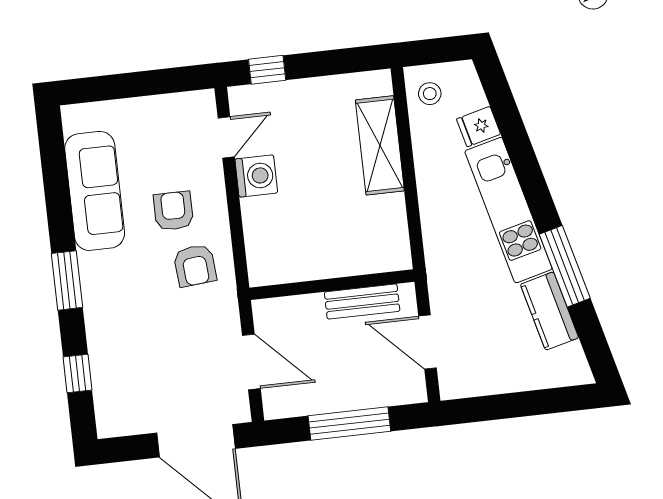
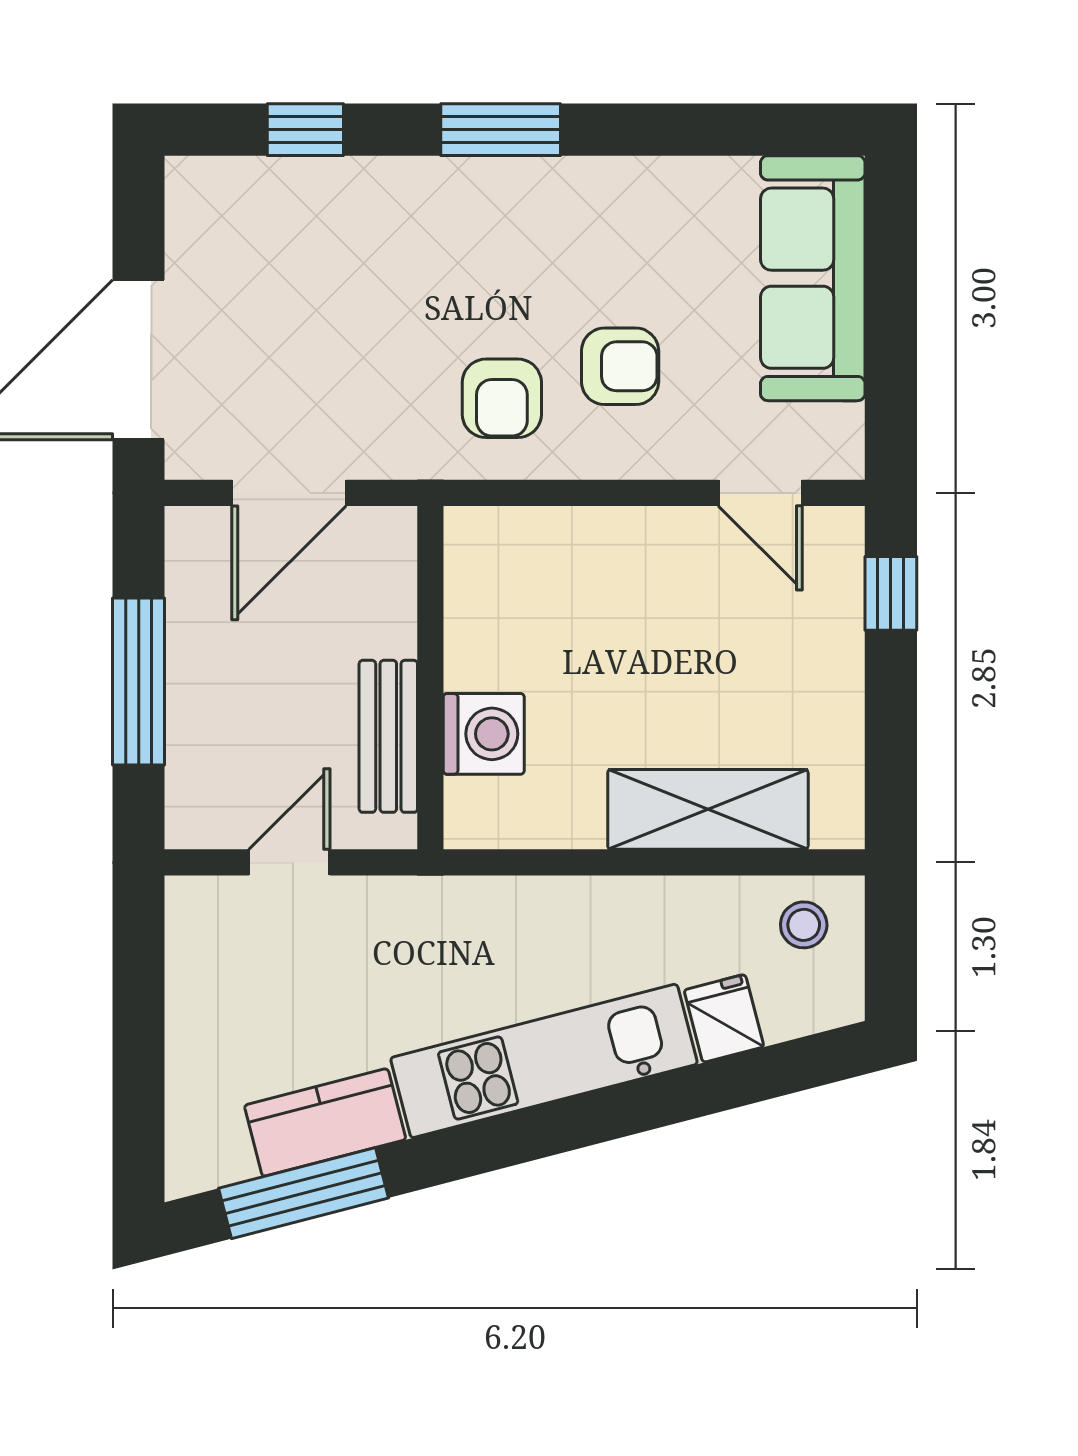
washing machine: (256, 176) -> (484, 734), moved, turned -90
sofa: (95, 191) -> (813, 278), moved, turned 90
armchair: (195, 266) -> (502, 398), turned -85
window: (565, 266) -> (304, 1193), moved
door: (428, 342) -> (289, 862), width x0.73

